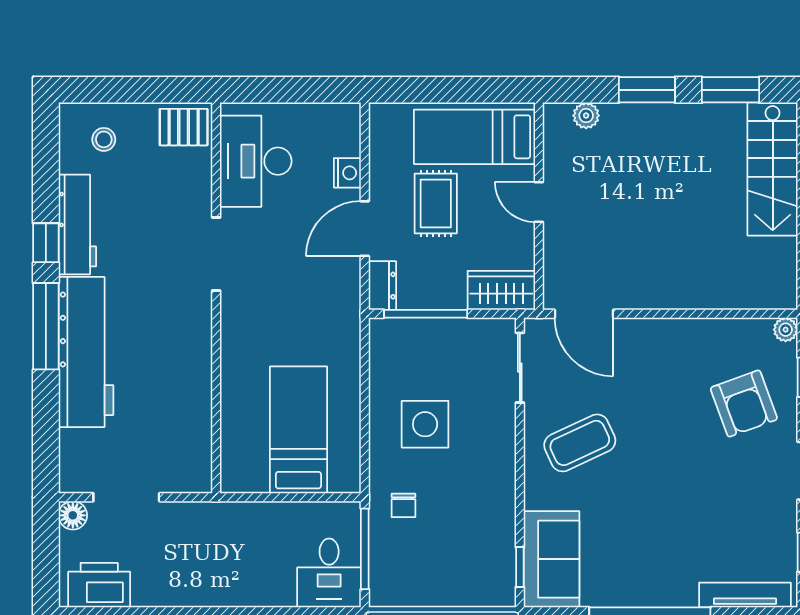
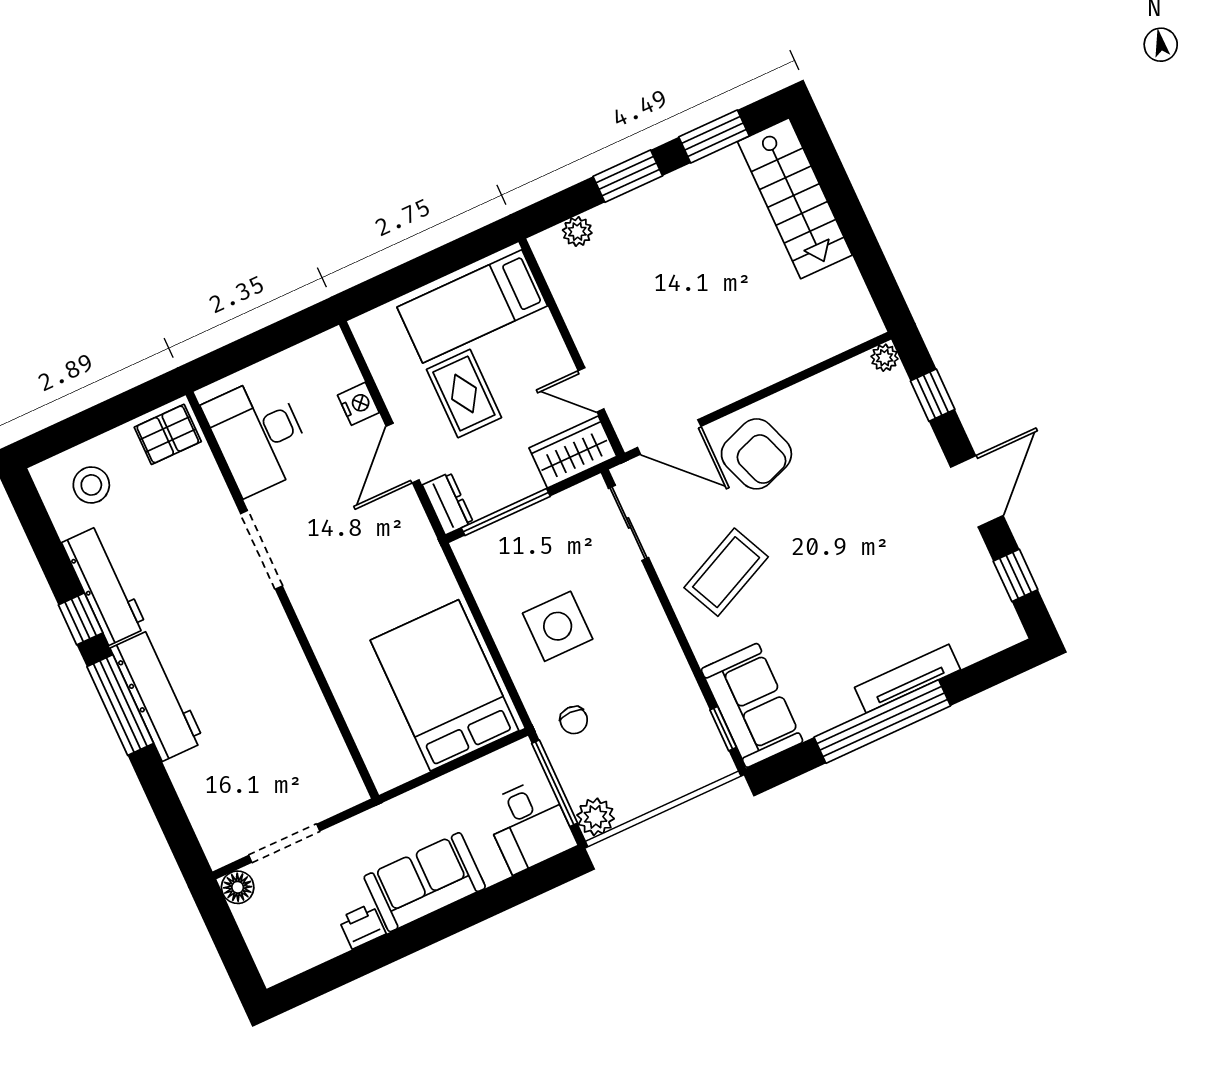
stool: (104, 139) -> (91, 485), width x1.37, depth x1.37
door: (539, 202) -> (591, 390), moved
workbench: (86, 352) -> (157, 695), width x0.73, depth x0.76
armchair: (744, 404) -> (756, 454), moved
bed: (298, 430) -> (445, 685), width x1.50
sofa: (224, 580) -> (425, 882), added
printer: (99, 585) -> (362, 926), moved, width x0.53, depth x0.68
plant: (385, 591) -> (596, 817), added
tv unit: (745, 595) -> (908, 679), moved

